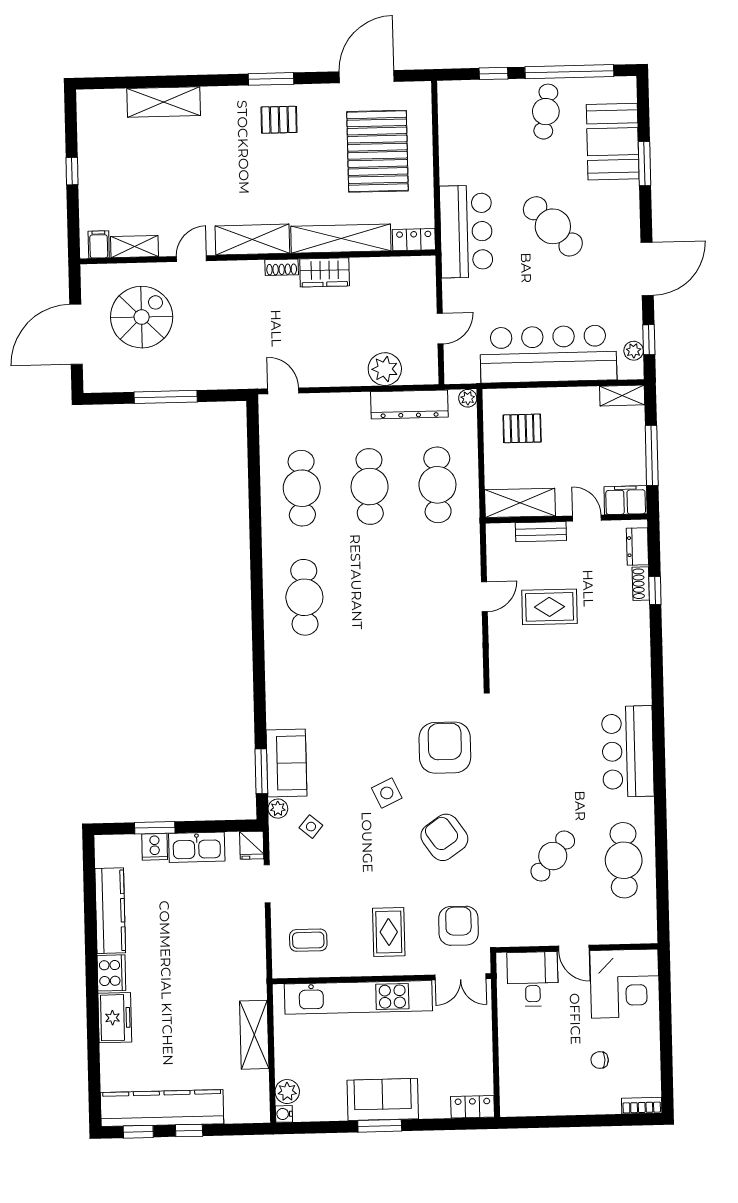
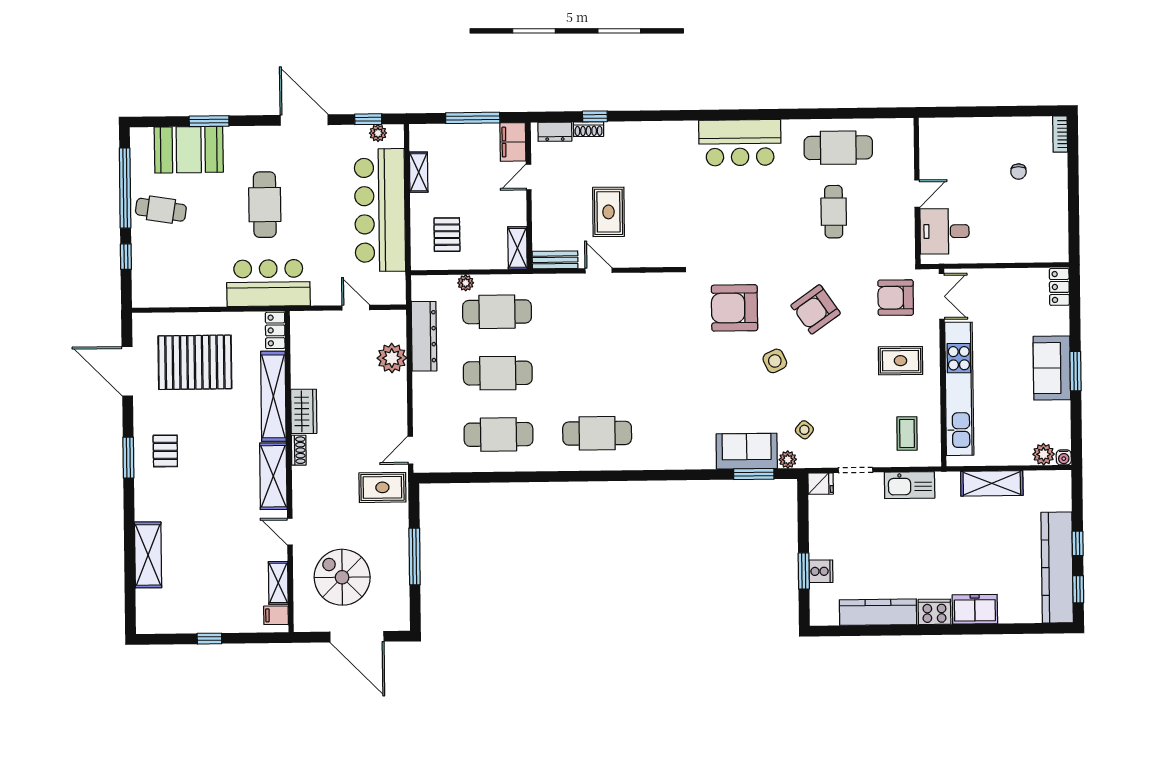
cafe table: (553, 226) -> (265, 205), turned -47
rug: (242, 360) -> (382, 487), added
shelving: (622, 395) -> (419, 172), moved
plant: (468, 398) -> (466, 283), moved
shelving: (520, 503) -> (517, 248), width x0.67, depth x0.75
bench: (541, 532) -> (555, 260), moved, turned 90
kitchen sink: (197, 847) -> (910, 485), moved, turned 90
cafe table: (553, 856) -> (834, 212), turned 51
corner desk: (625, 984) -> (950, 148), removed

